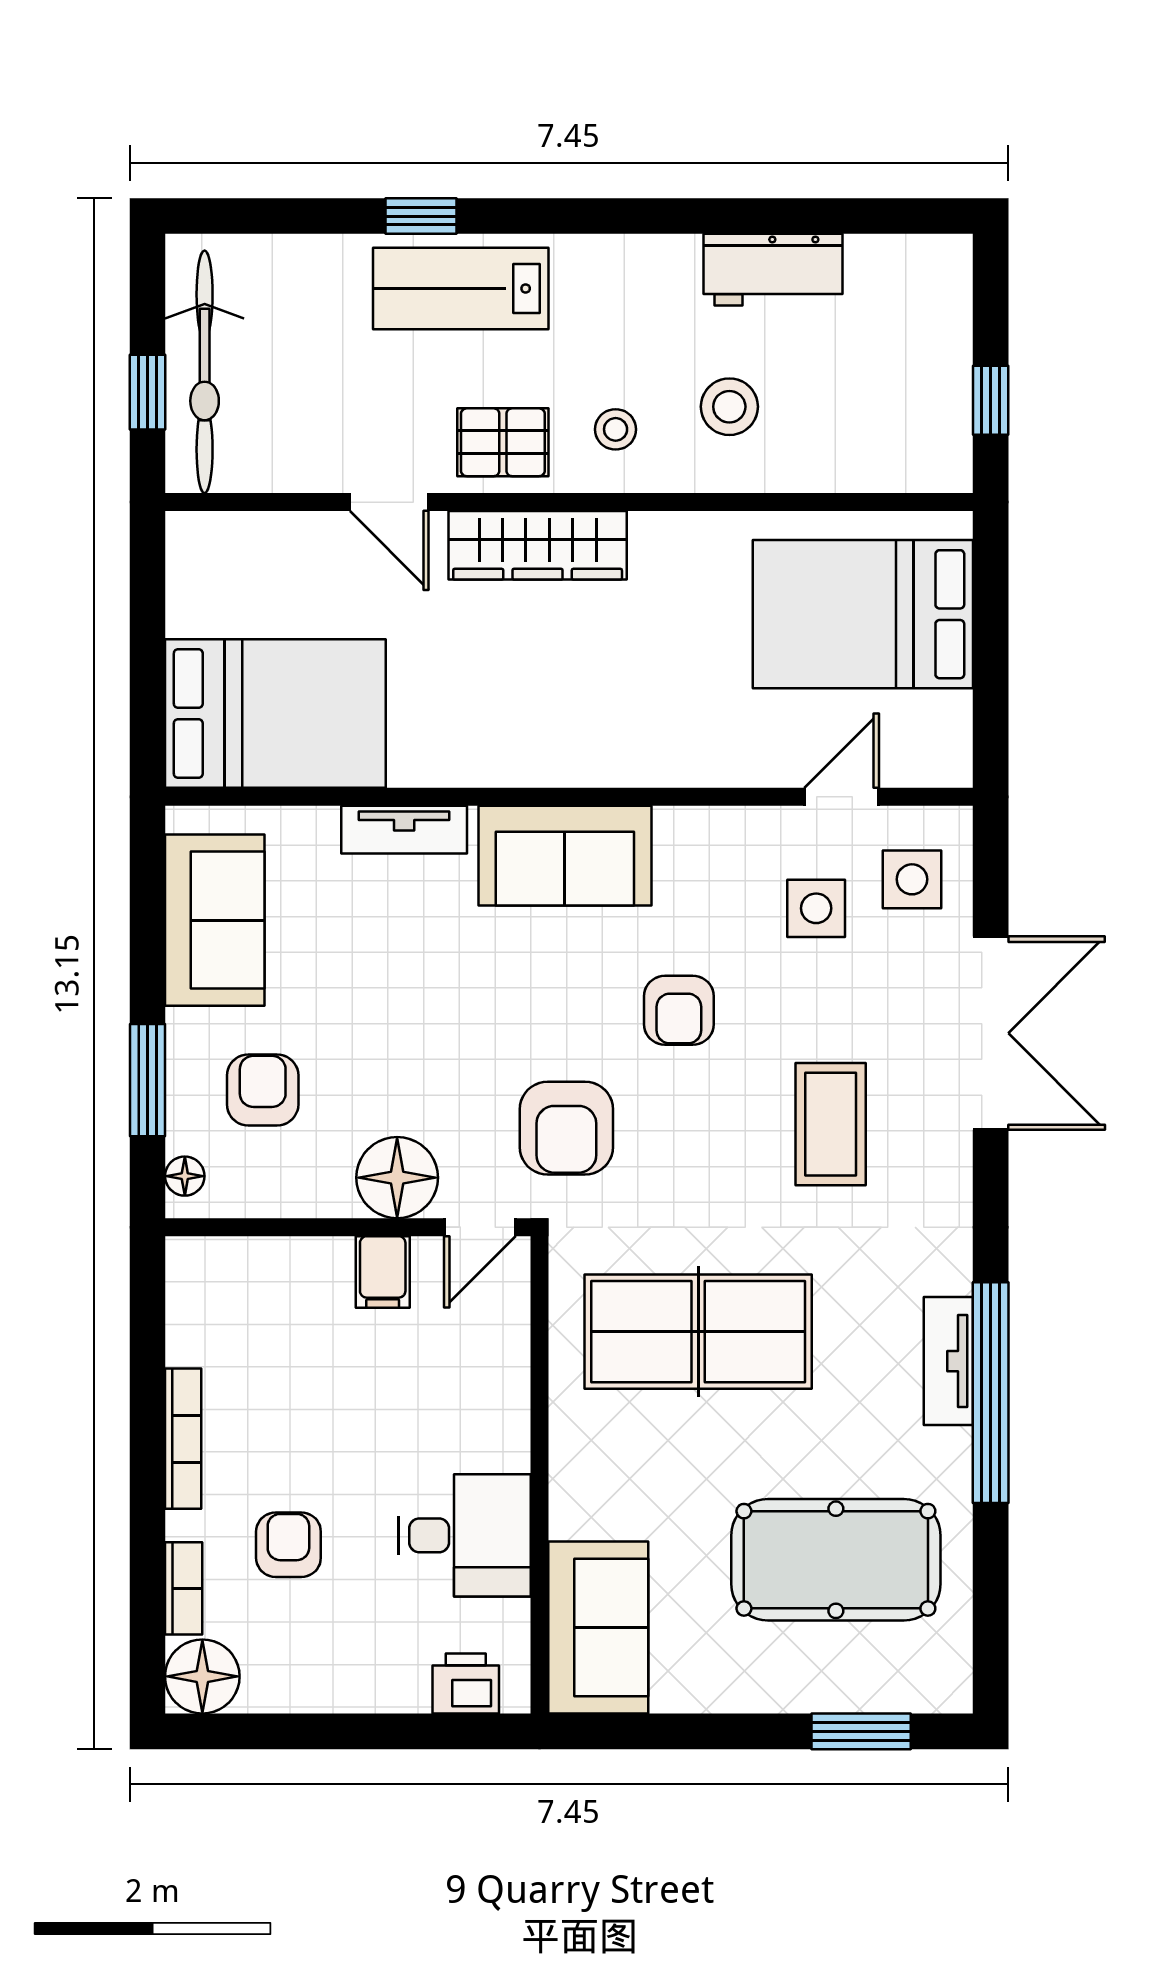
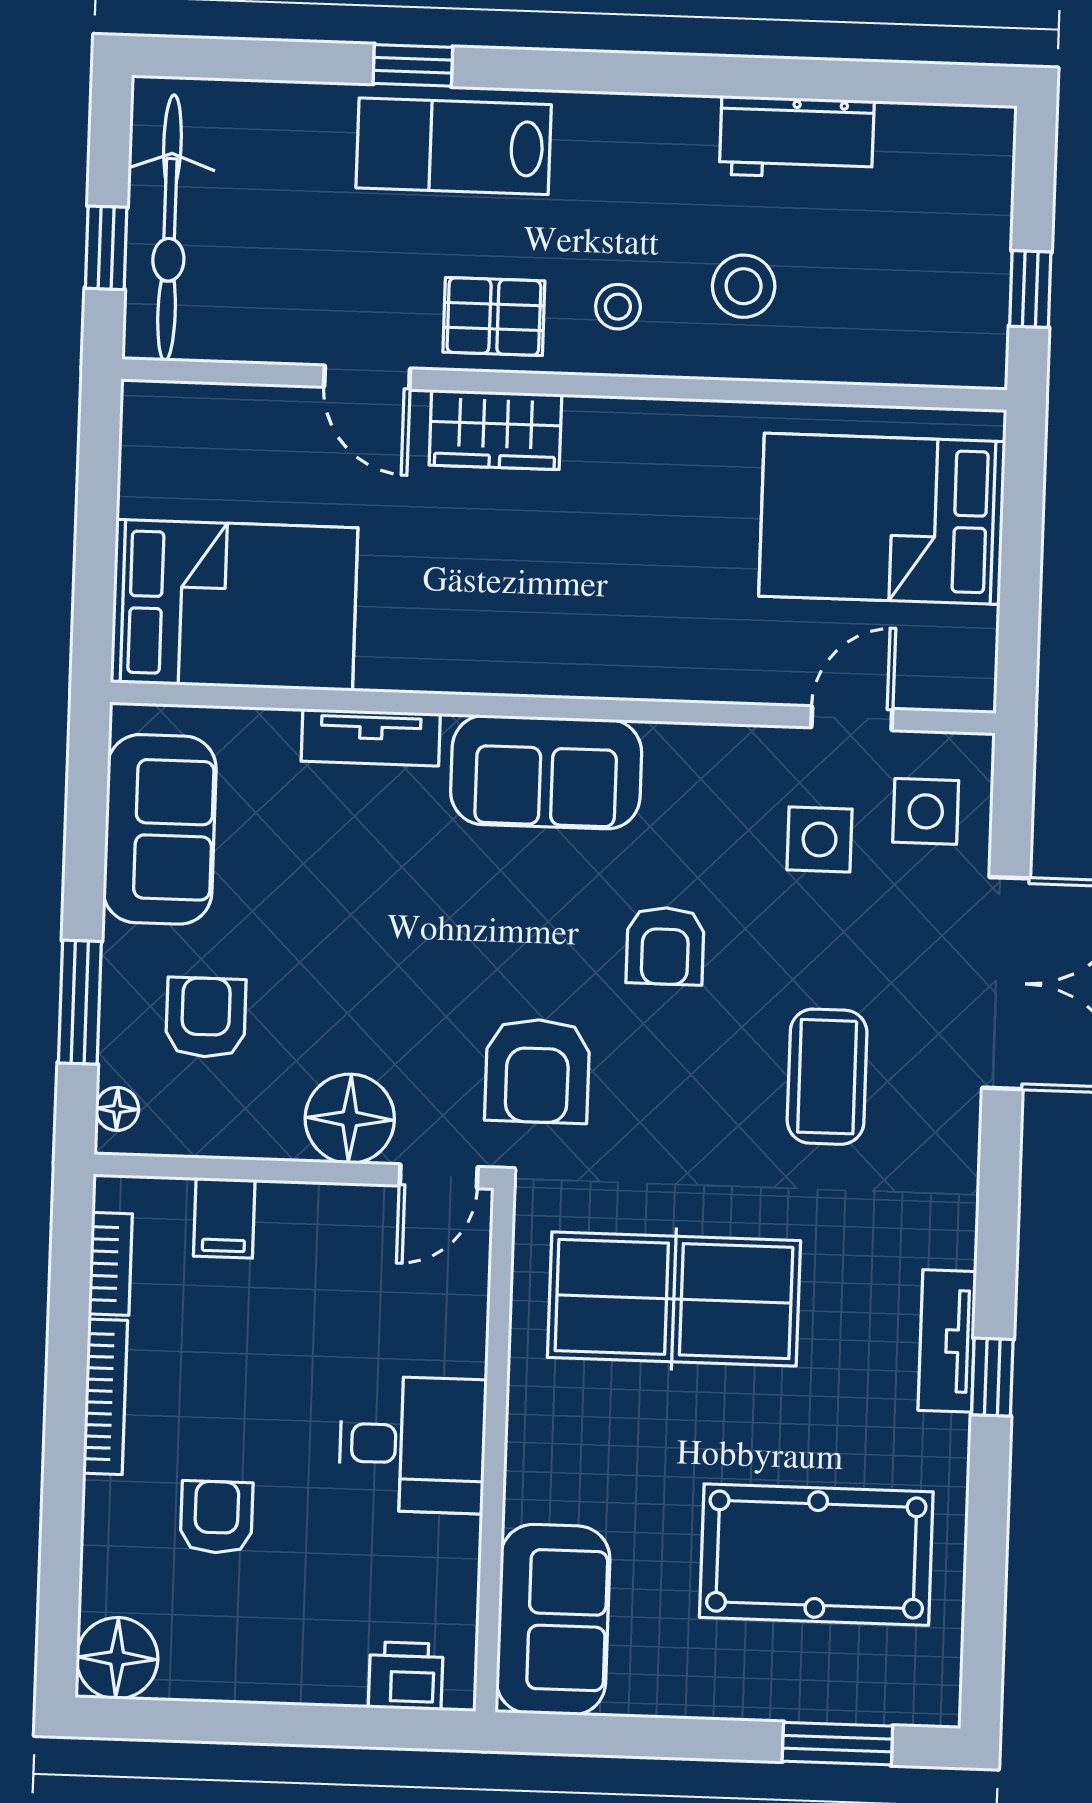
wardrobe: (538, 545) -> (495, 430), width x0.67
filing cabinet: (383, 1272) -> (224, 1218), moved
window: (991, 1393) -> (992, 1377), width x0.32
desk: (465, 1535) -> (413, 1444), moved
bookcase: (184, 1588) -> (110, 1264), moved

